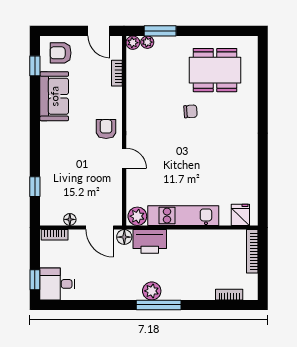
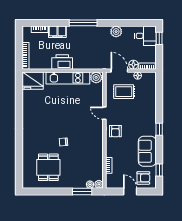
door: (99, 31) -> (130, 192), moved
dining table: (215, 70) -> (48, 167), width x0.73
window: (35, 187) -> (159, 129), moved
rug: (93, 193) -> (124, 92), added
fridge: (240, 215) -> (33, 81), width x1.88, depth x1.34
floor lamp: (124, 237) -> (133, 65), moved
printer: (150, 241) -> (62, 62), moved
plant: (152, 291) -> (116, 32), moved
filing cabinet: (200, 291) -> (57, 32), added

